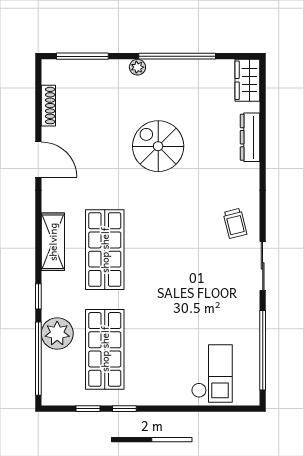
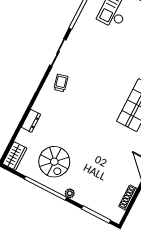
dresser: (250, 137) -> (31, 121), width x0.70
spiral stairs: (158, 146) -> (54, 162), moved

